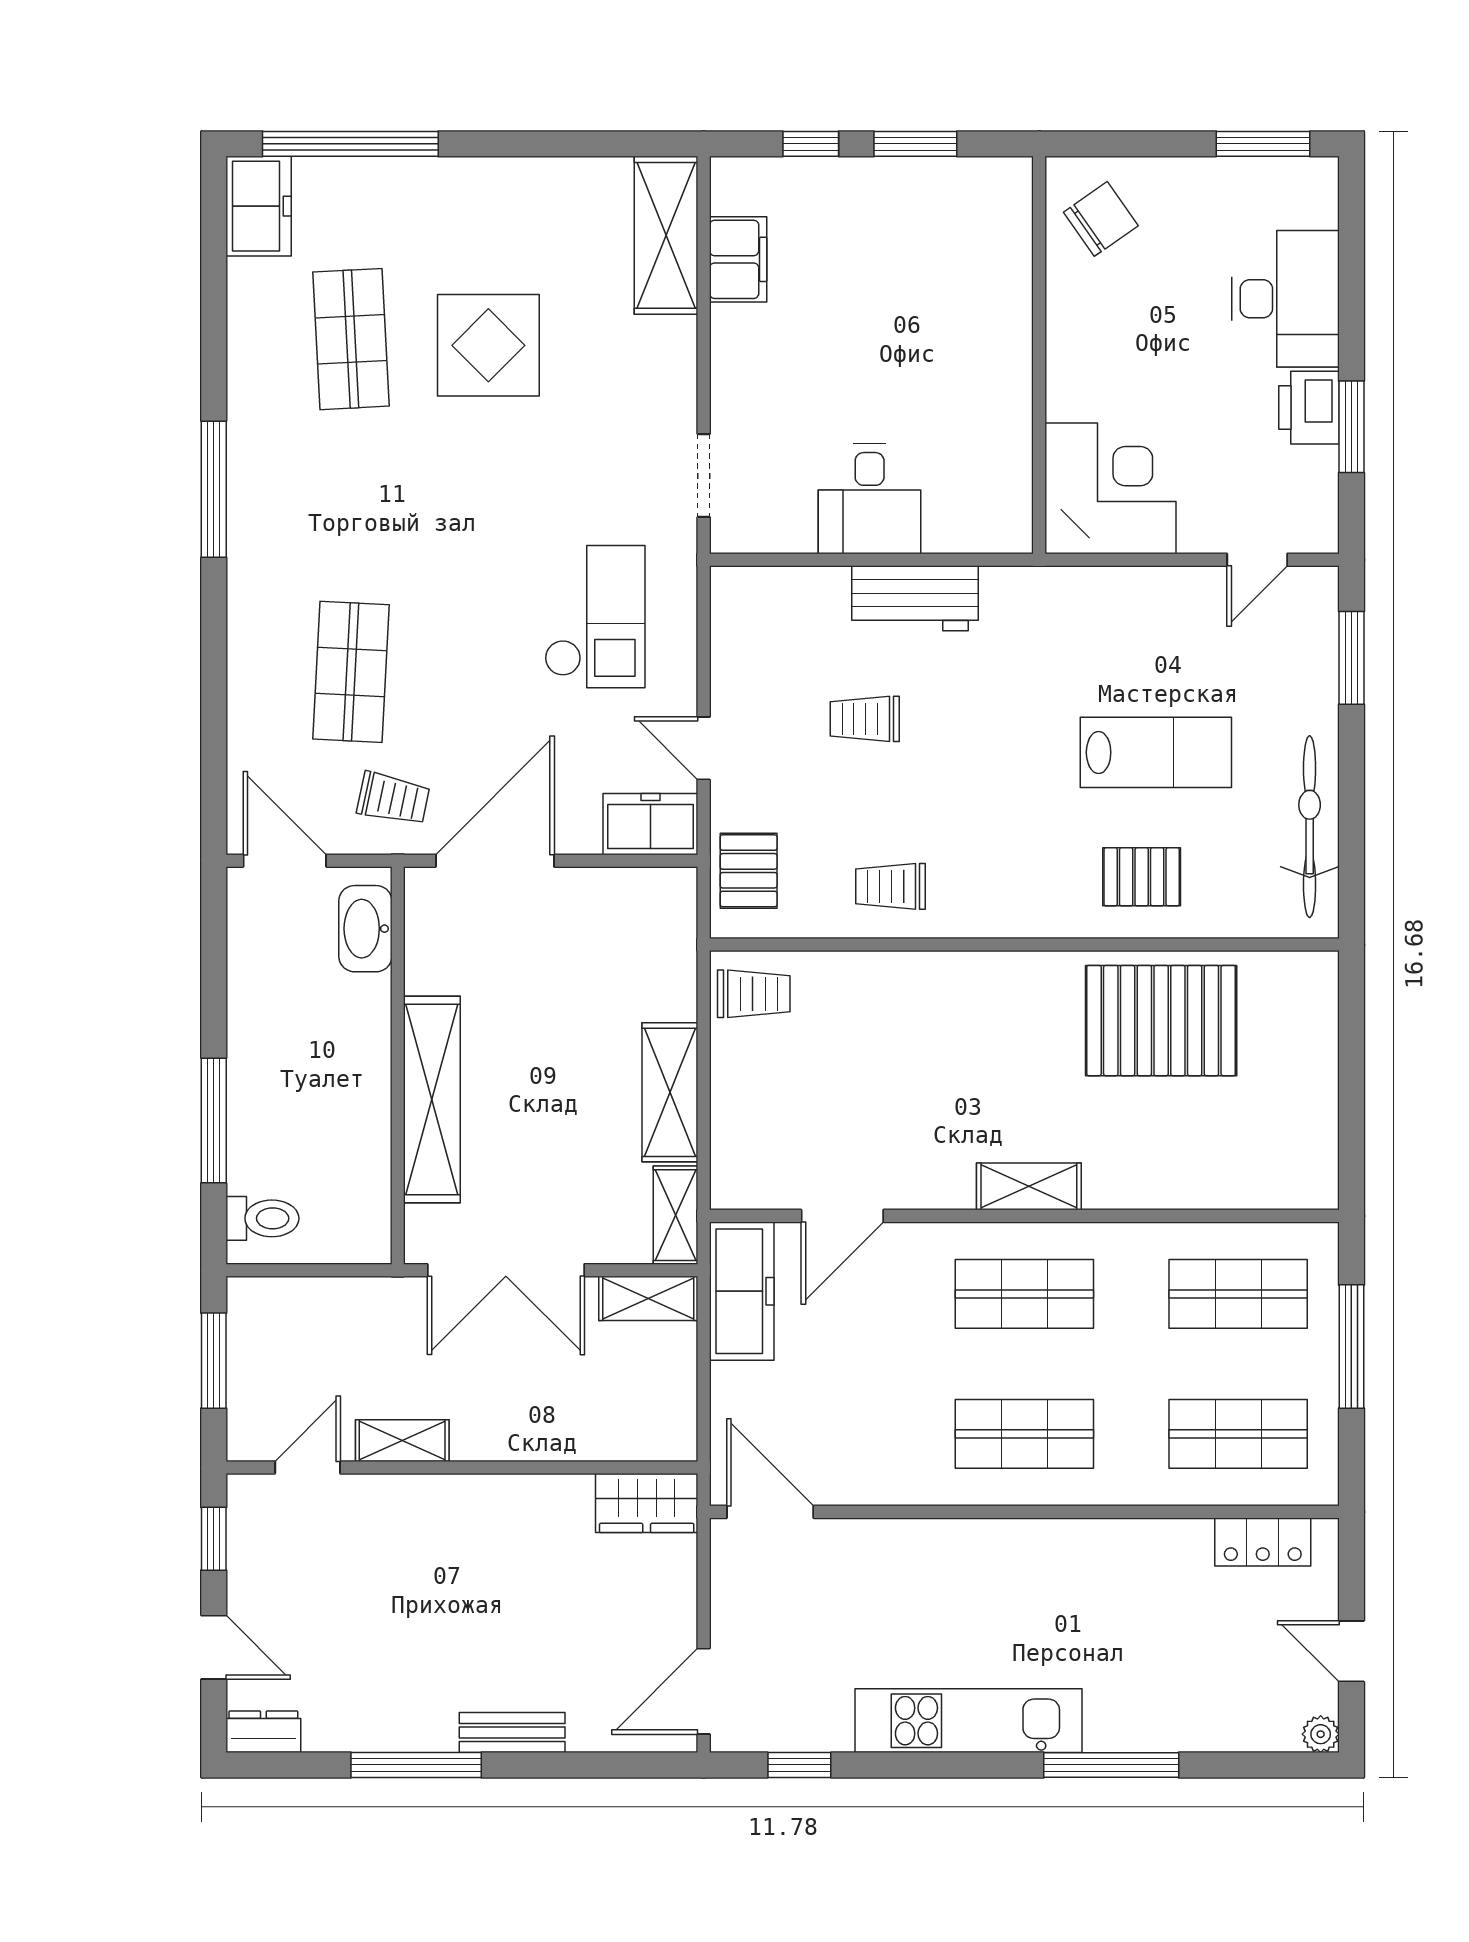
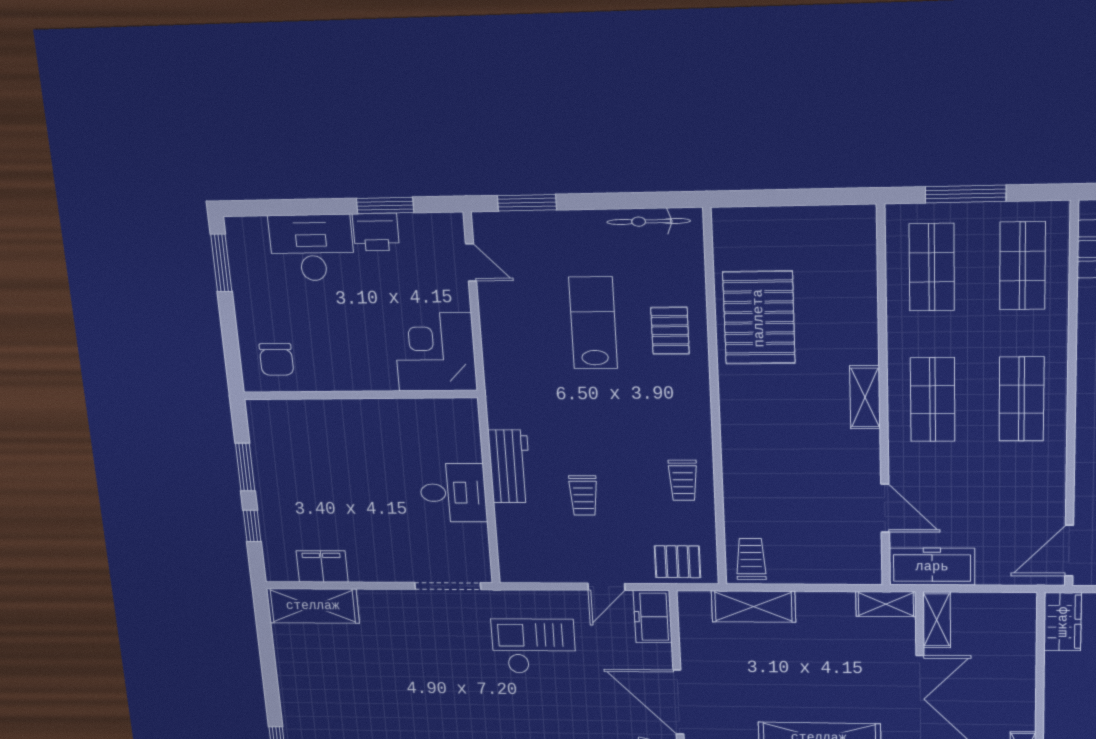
chair: (1101, 219) -> (276, 359), turned -145
display table: (488, 345) -> (385, 702), removed
doorway: (704, 475) -> (448, 586), width x1.38
bicycle: (1310, 827) -> (649, 221), width x0.73, depth x0.71
shelving: (670, 1092) -> (753, 606), moved

